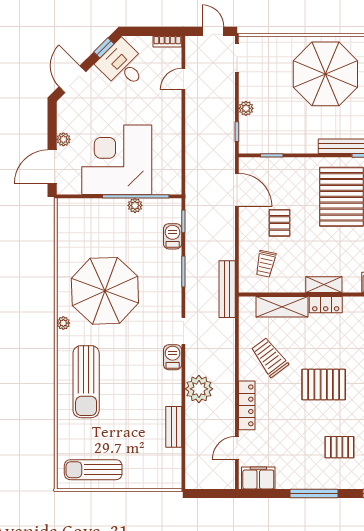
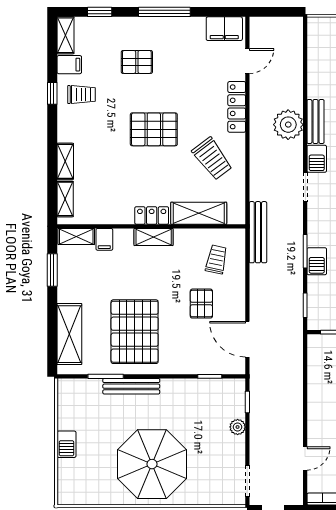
barbecue: (173, 236) -> (317, 261), moved
bench: (174, 427) -> (315, 121), moved

